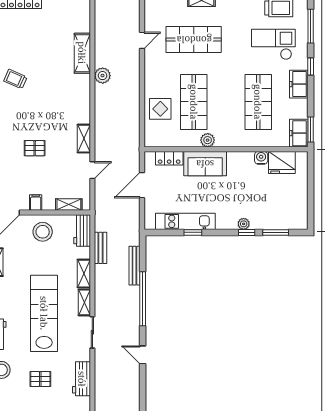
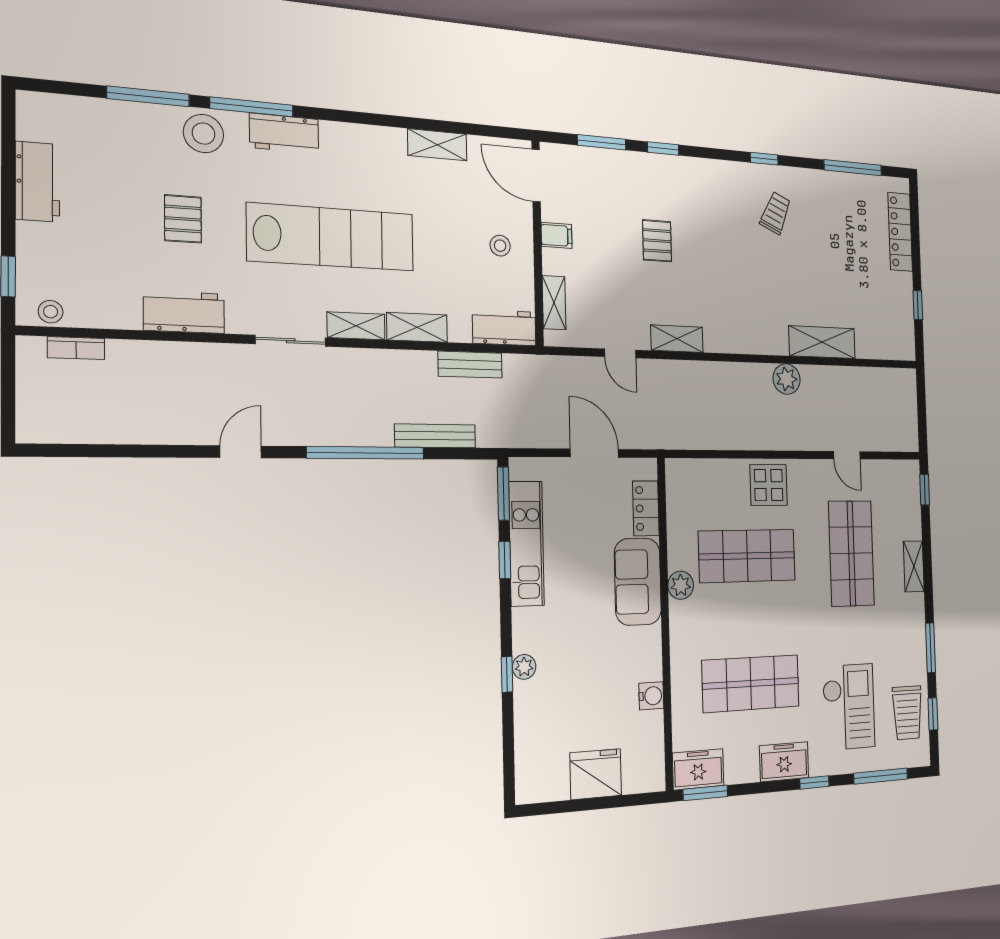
display table: (160, 109) -> (769, 485), moved
fridge: (282, 162) -> (596, 774), moved, turned 90
stool: (43, 232) -> (500, 246), width x0.53, depth x0.53
window: (276, 232) -> (503, 493), moved

